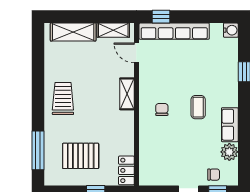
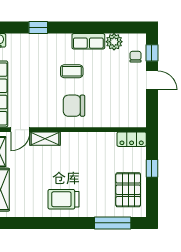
shelving: (127, 94) -> (45, 139), moved
chair: (162, 109) -> (74, 106), width x1.87, depth x1.87
pallet: (81, 156) -> (128, 190), moved

